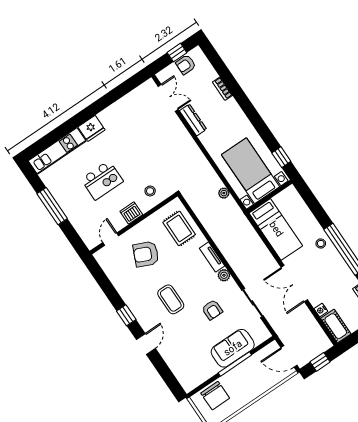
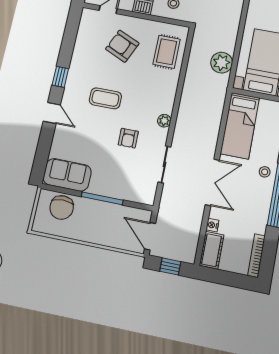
plant: (224, 193) -> (222, 63), width x1.87, depth x1.87
tv unit: (212, 257) -> (169, 98), removed
double door: (294, 284) -> (212, 182), swing flipped
coffee table: (171, 299) -> (105, 98), turned 90
door: (146, 344) -> (52, 113), hinge flipped
sofa: (233, 348) -> (67, 175), moved

